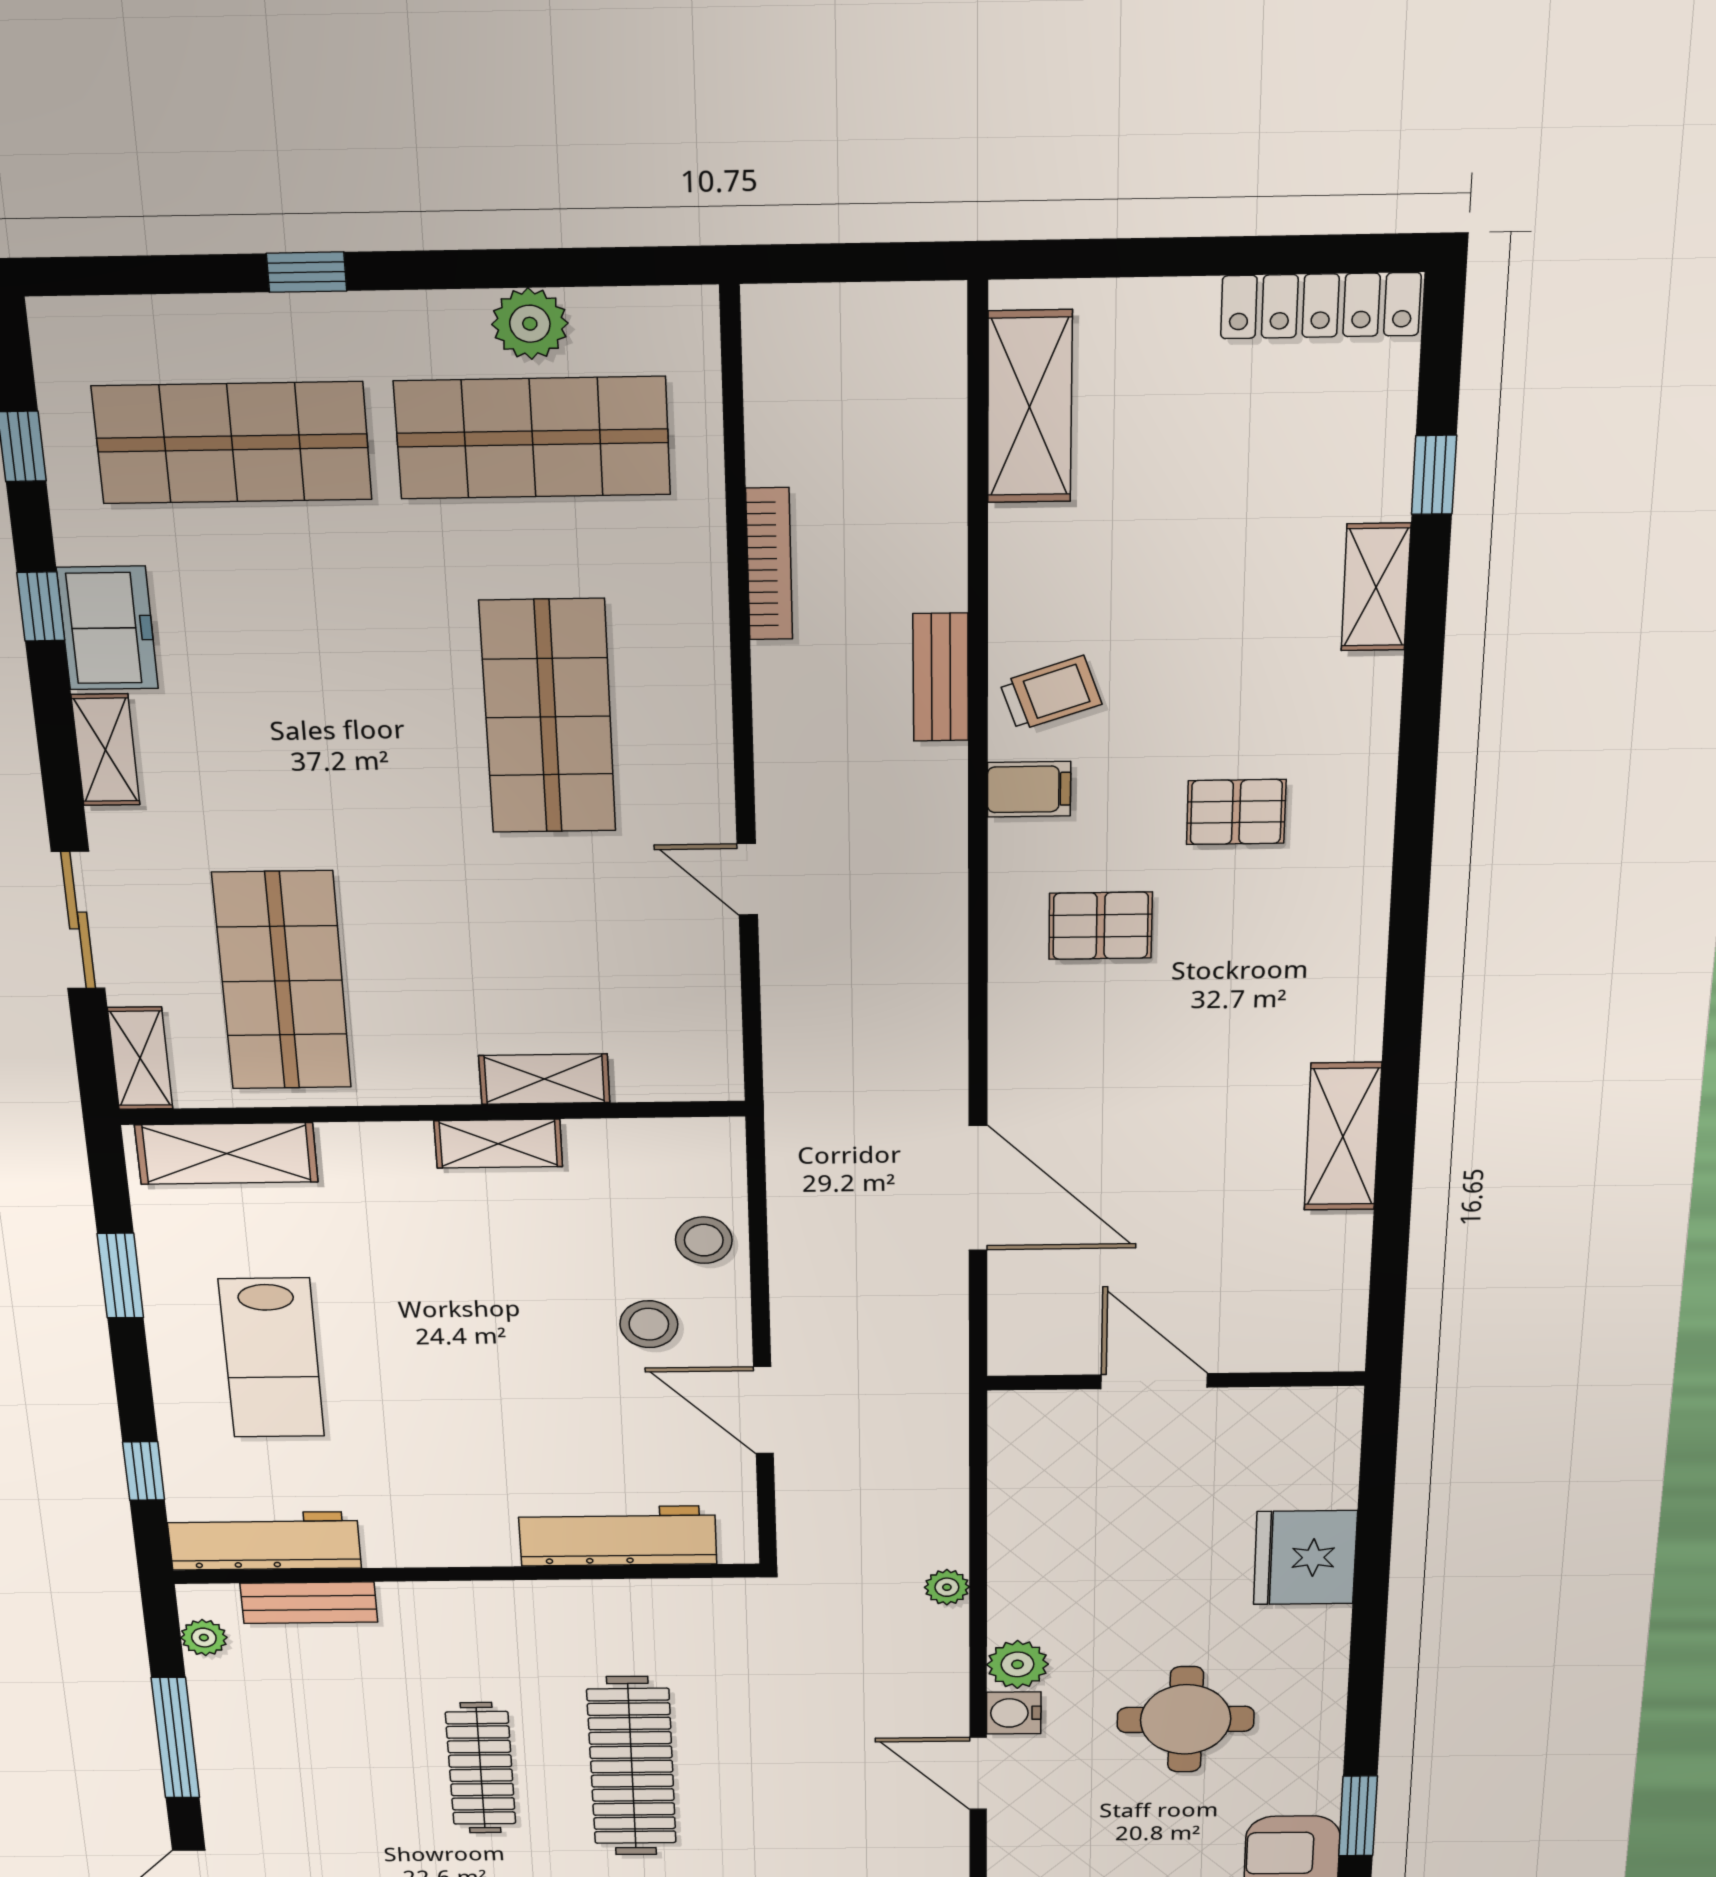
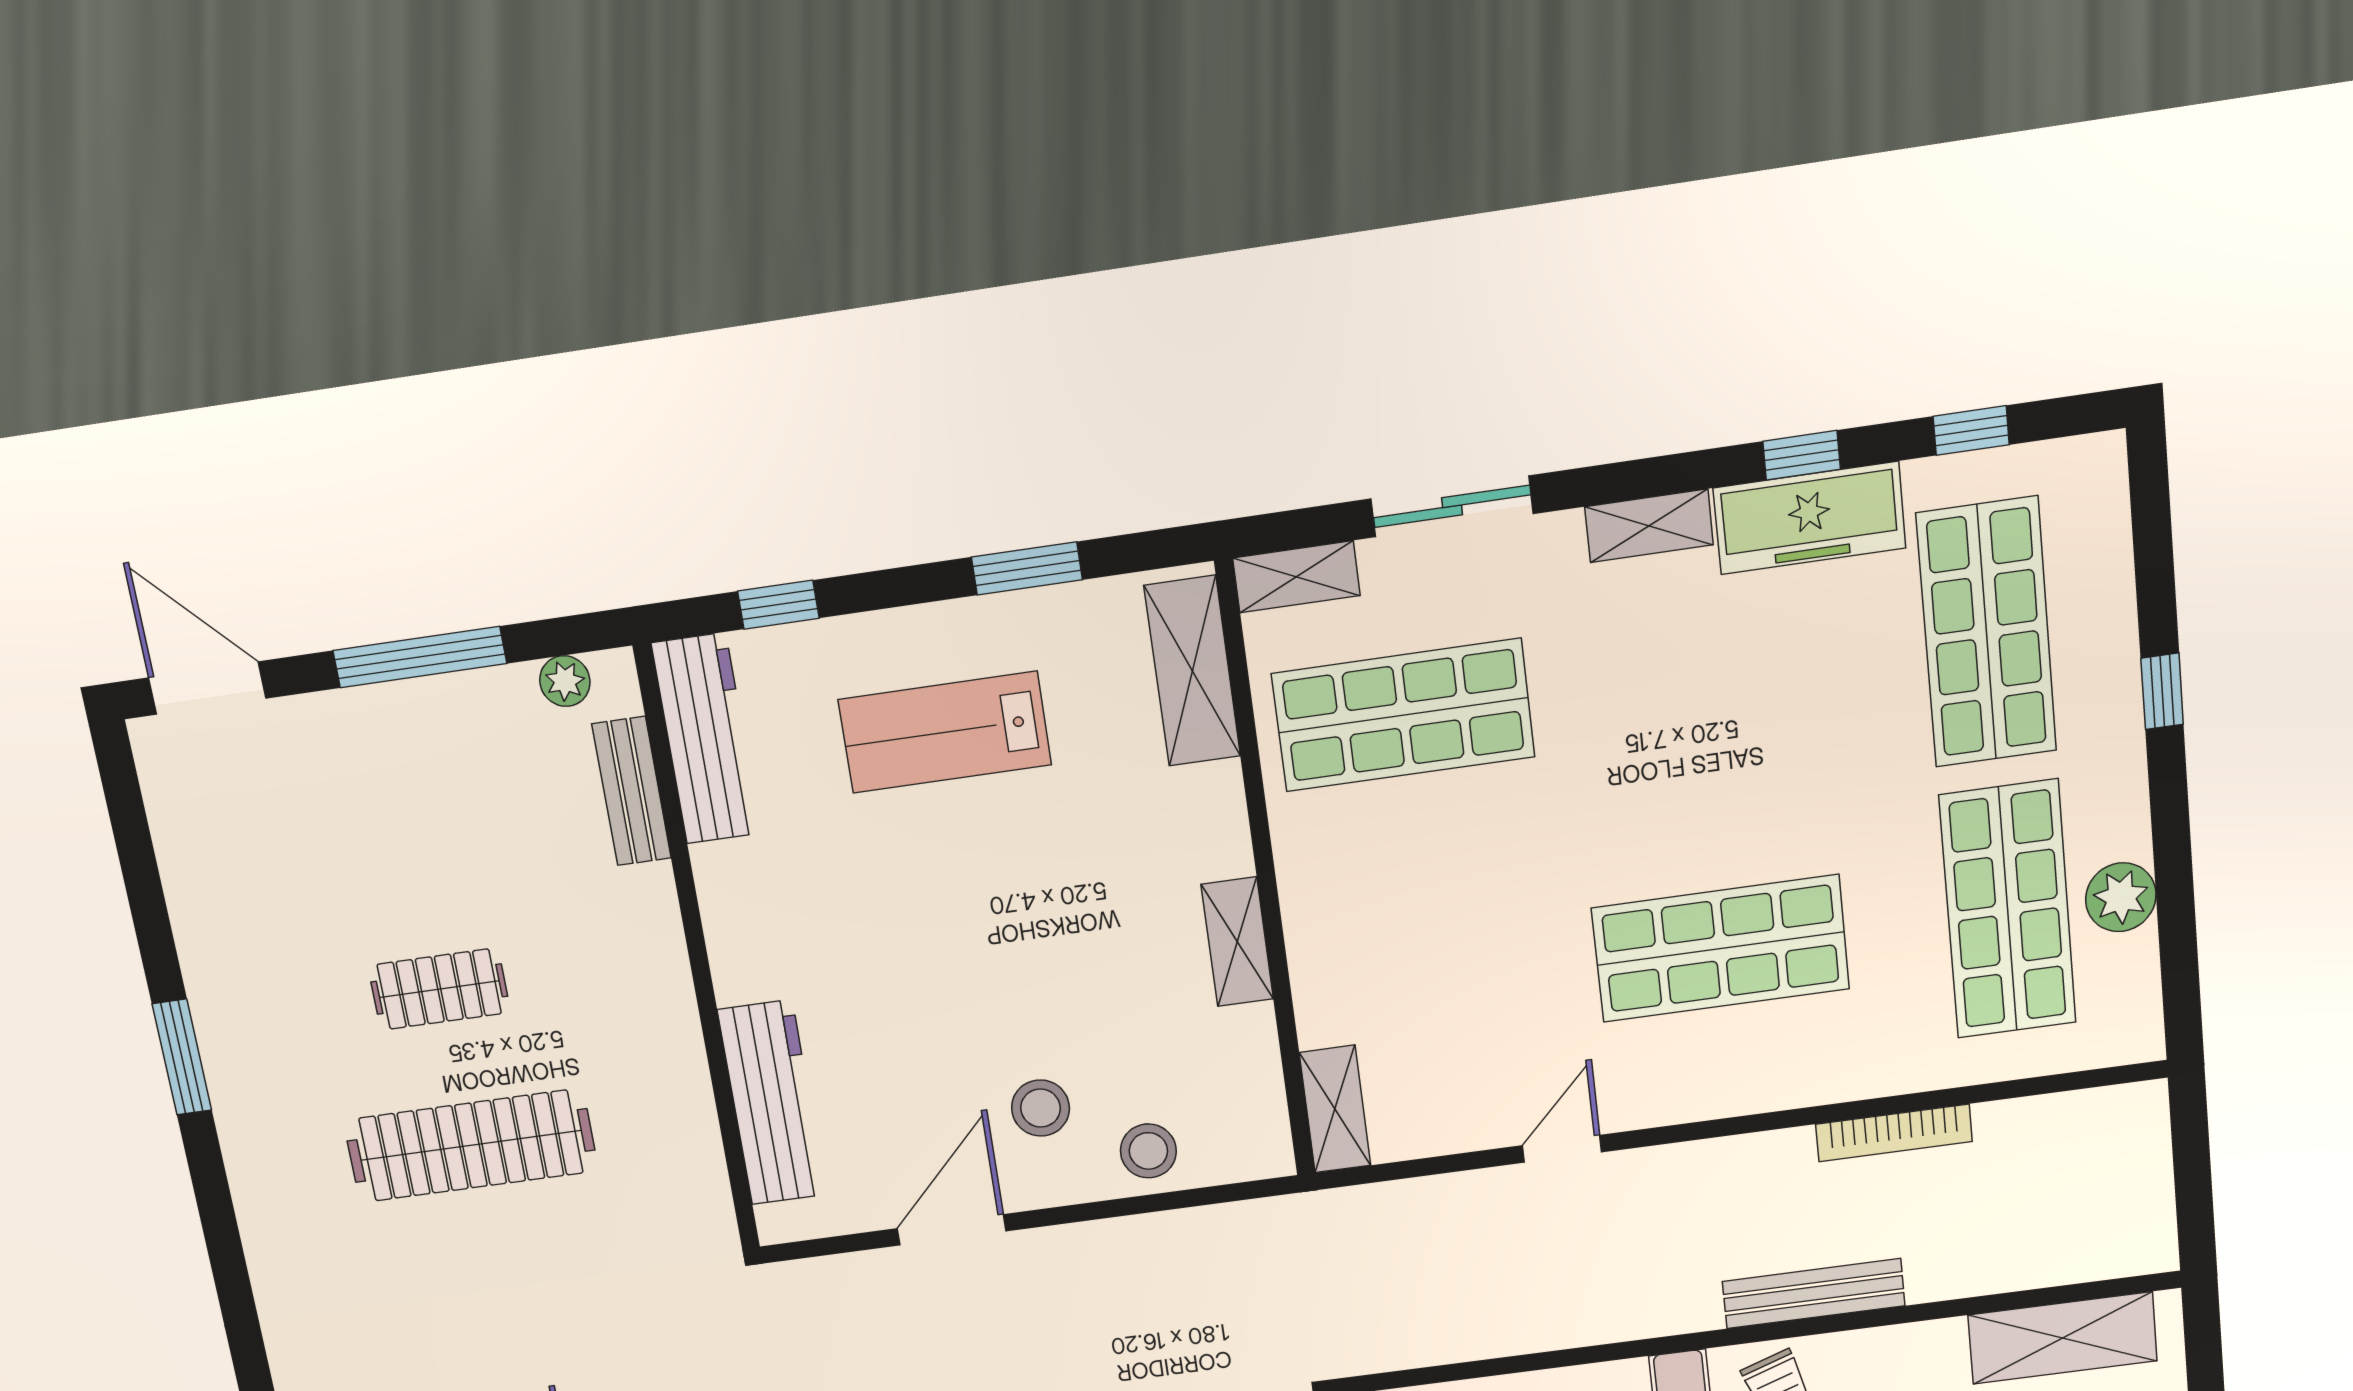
freezer: (107, 628) -> (1809, 518), width x1.40
bench: (941, 677) -> (1814, 1294), width x1.36
shelving: (544, 1079) -> (1335, 1109), moved
clothes rail: (481, 1768) -> (439, 989), width x0.73

